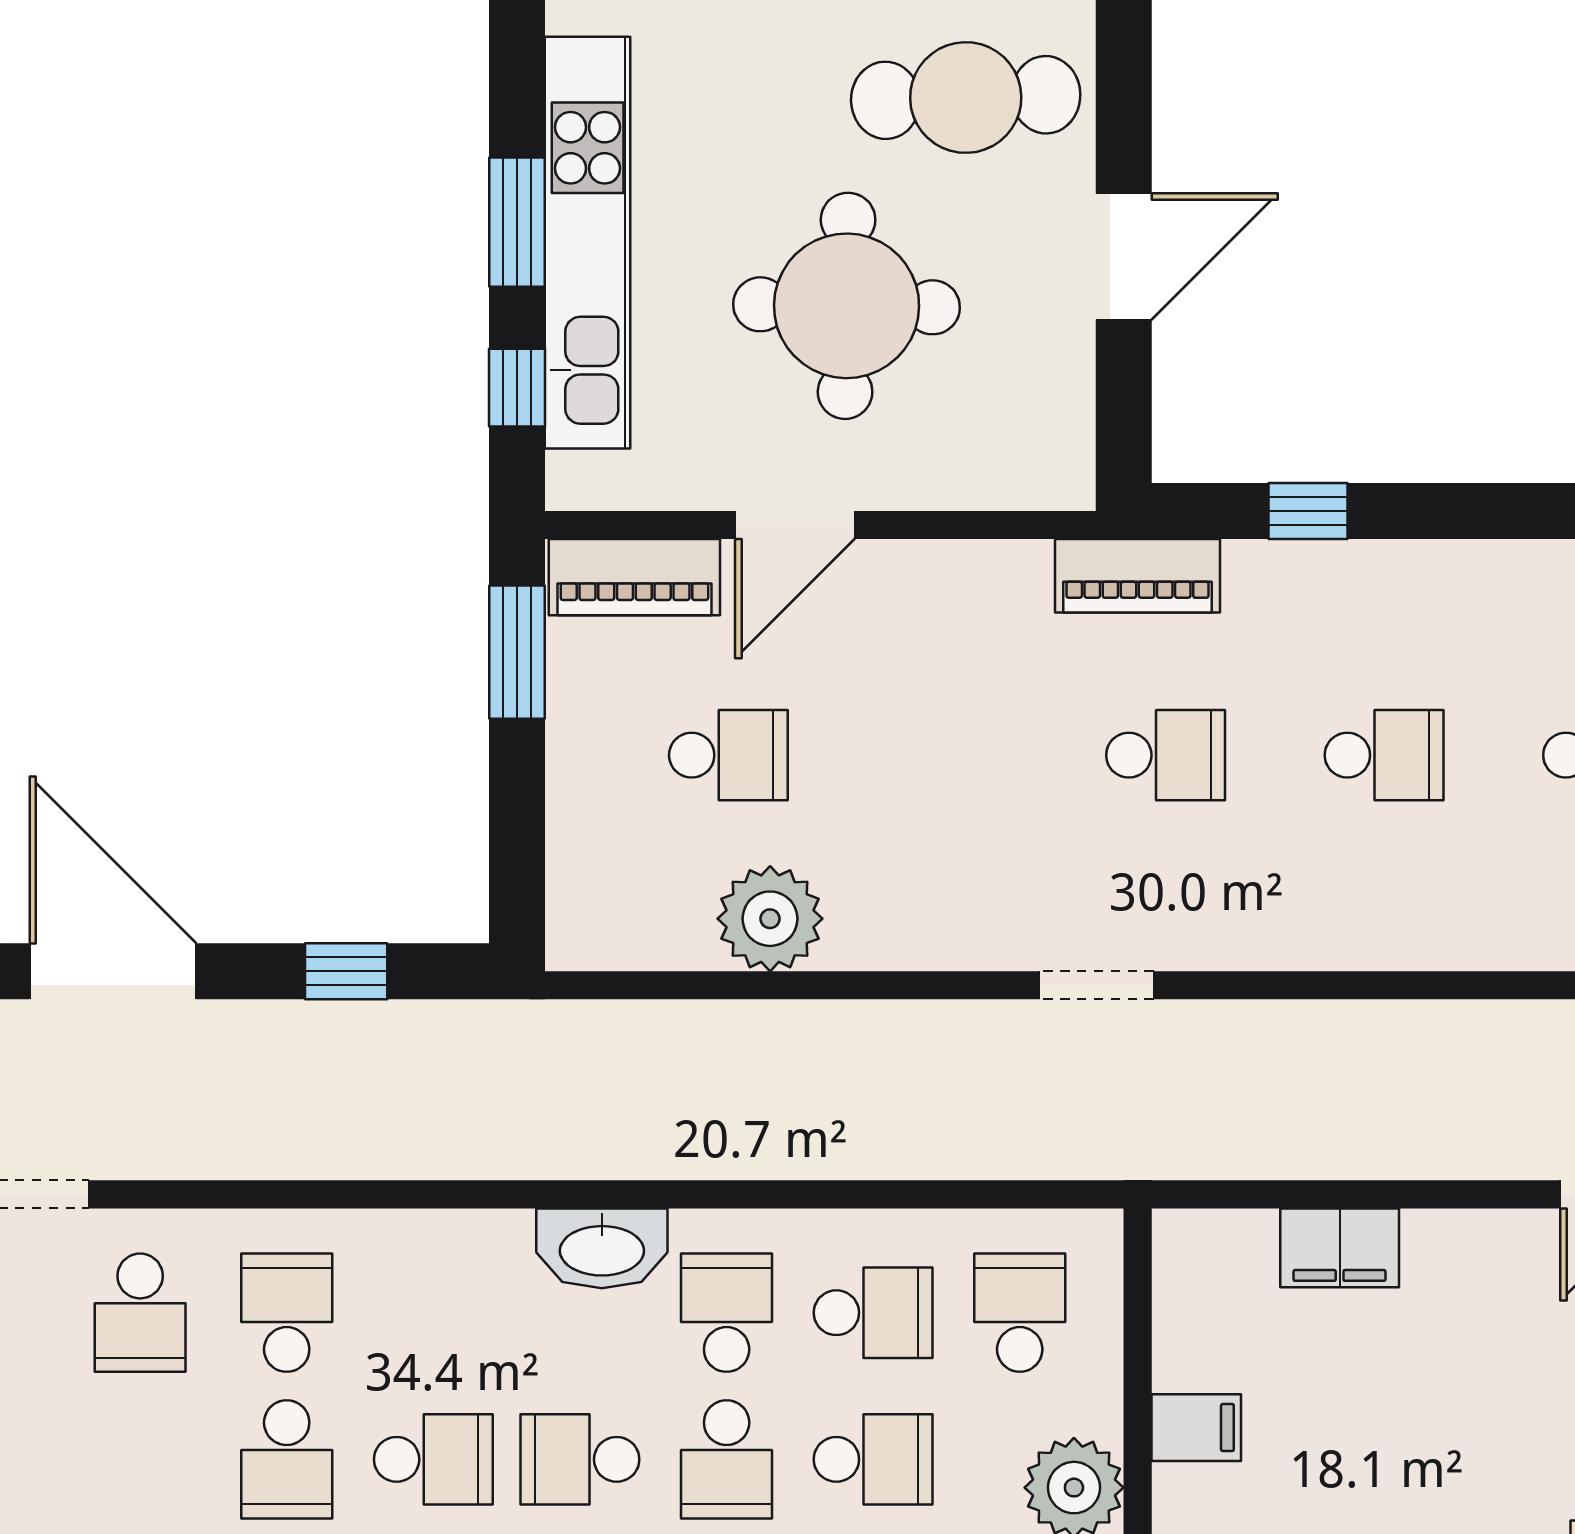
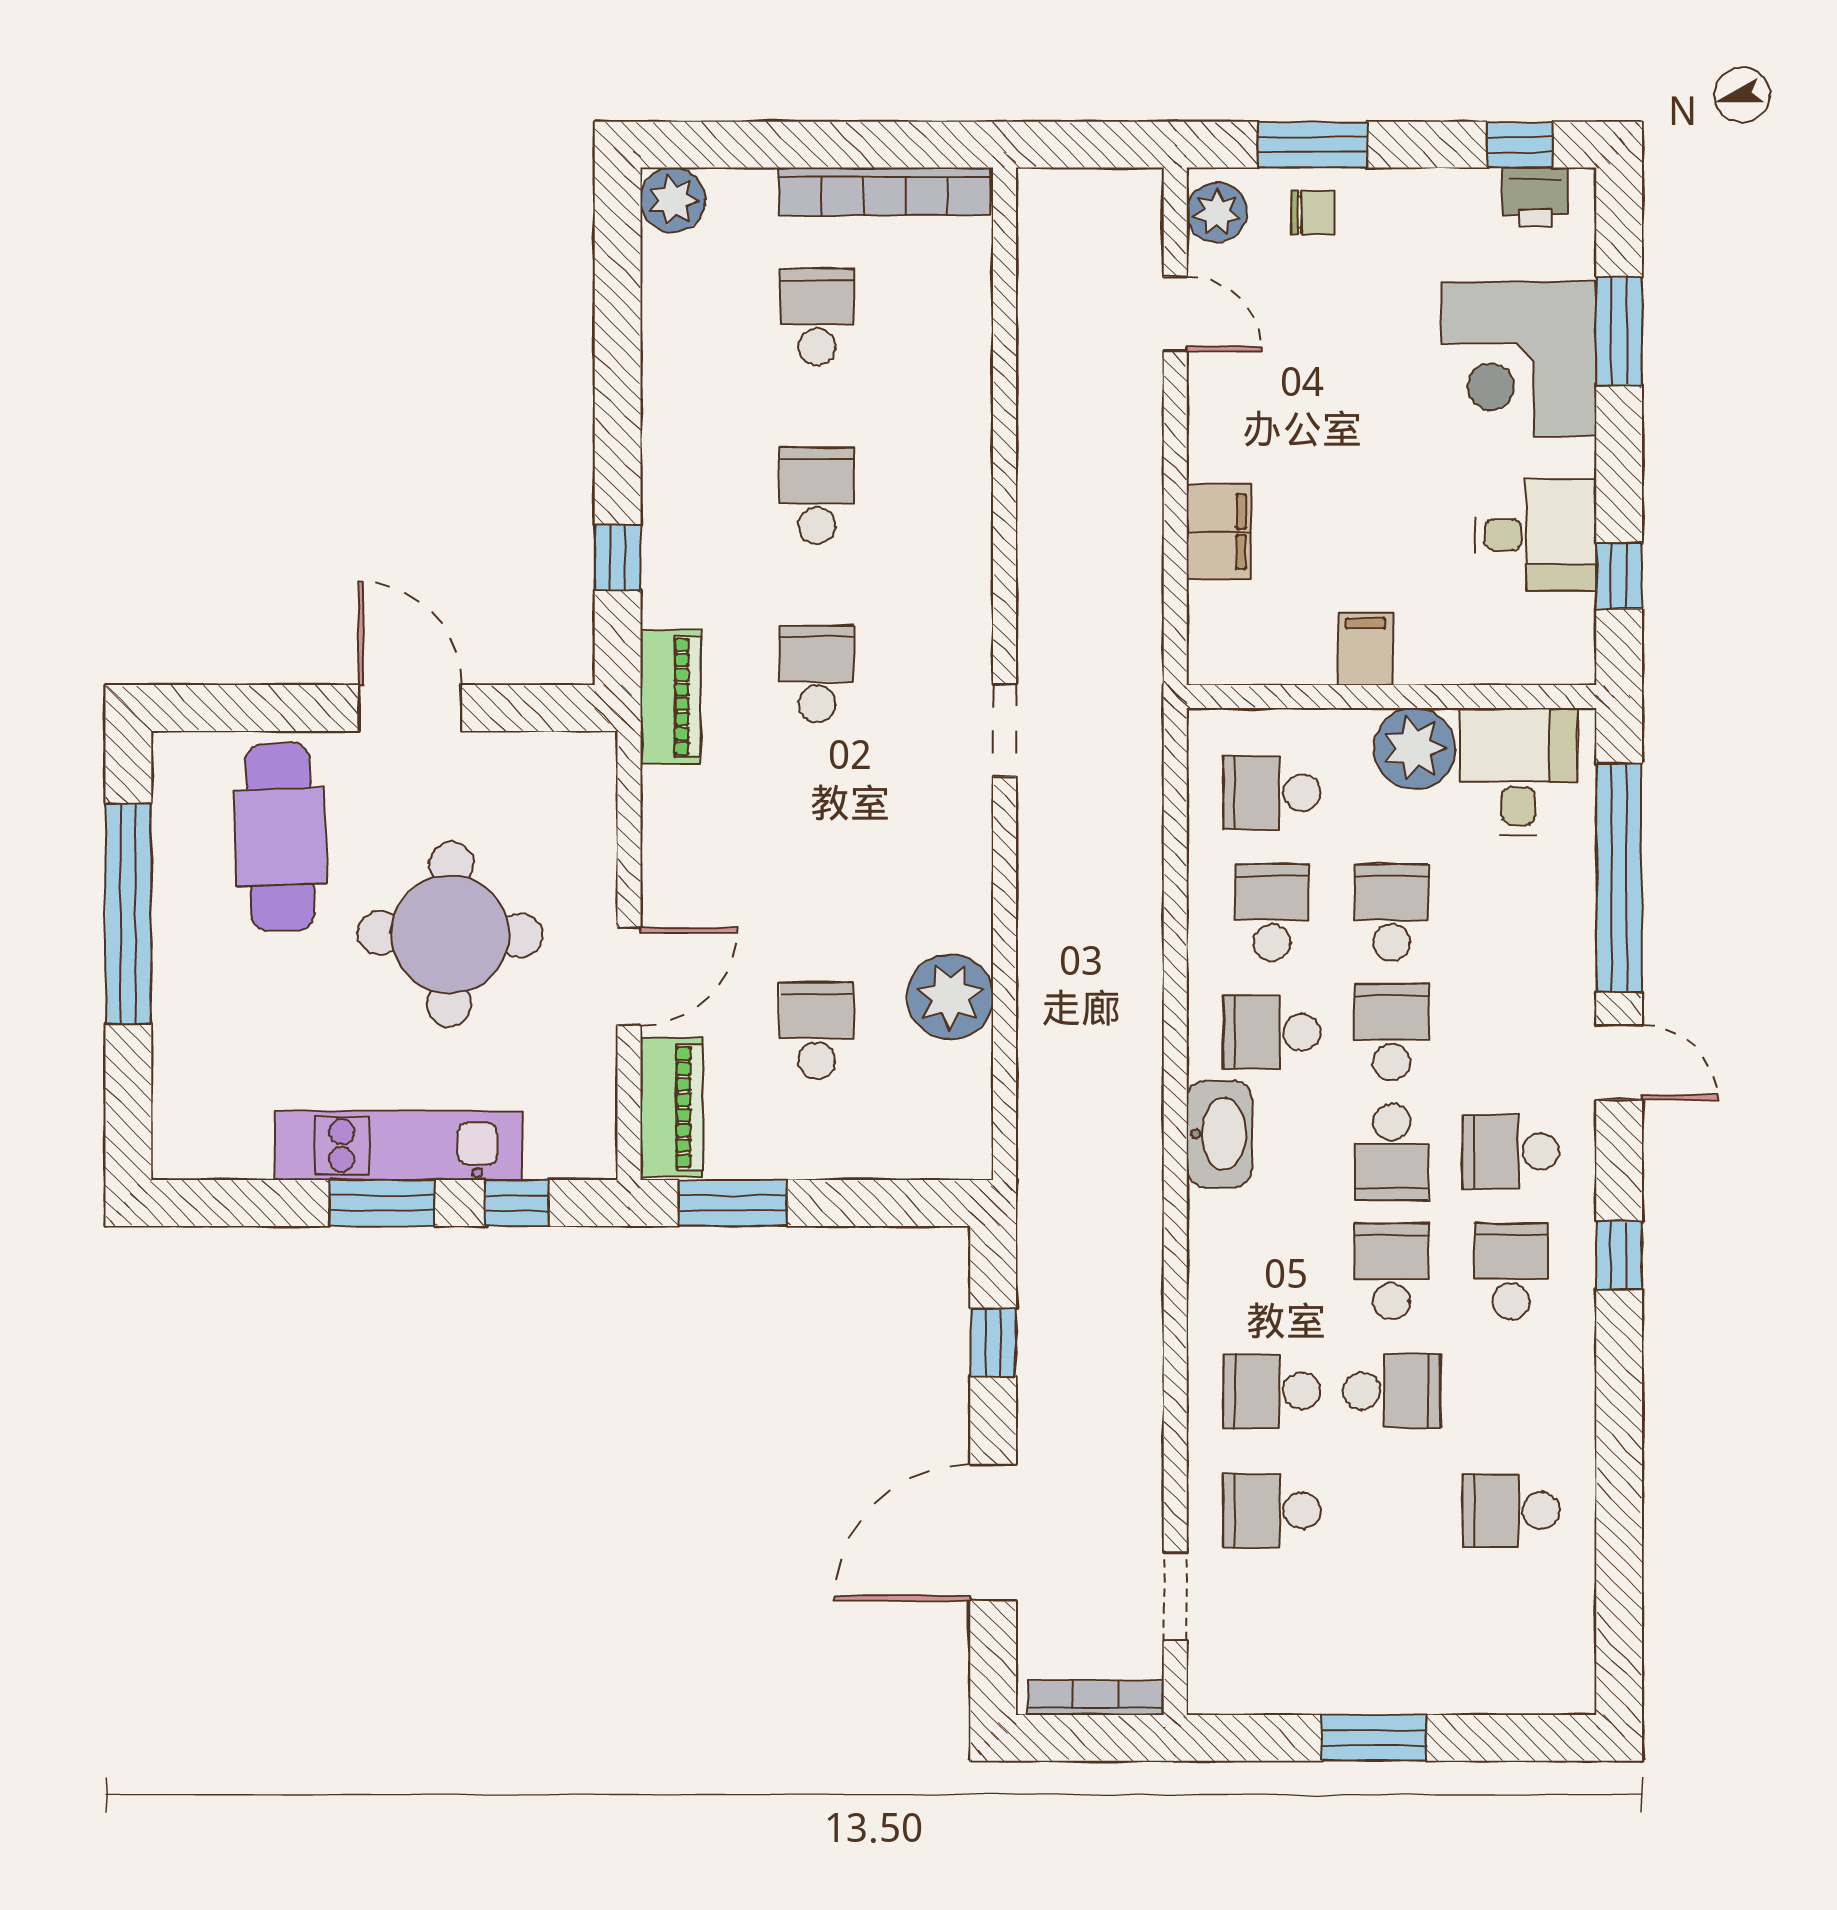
kitchen unit: (588, 243) -> (399, 1145), width x0.73
door: (795, 525) -> (629, 976), hinge flipped
school desk: (140, 1313) -> (1272, 1511), turned 180
school desk: (727, 1459) -> (1391, 1032), turned -90

